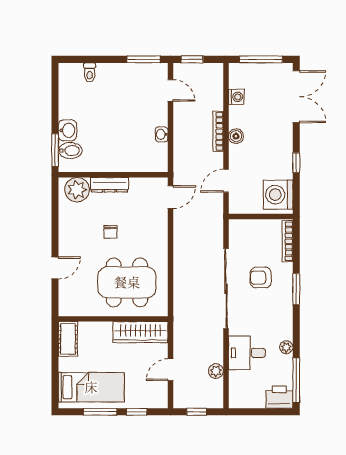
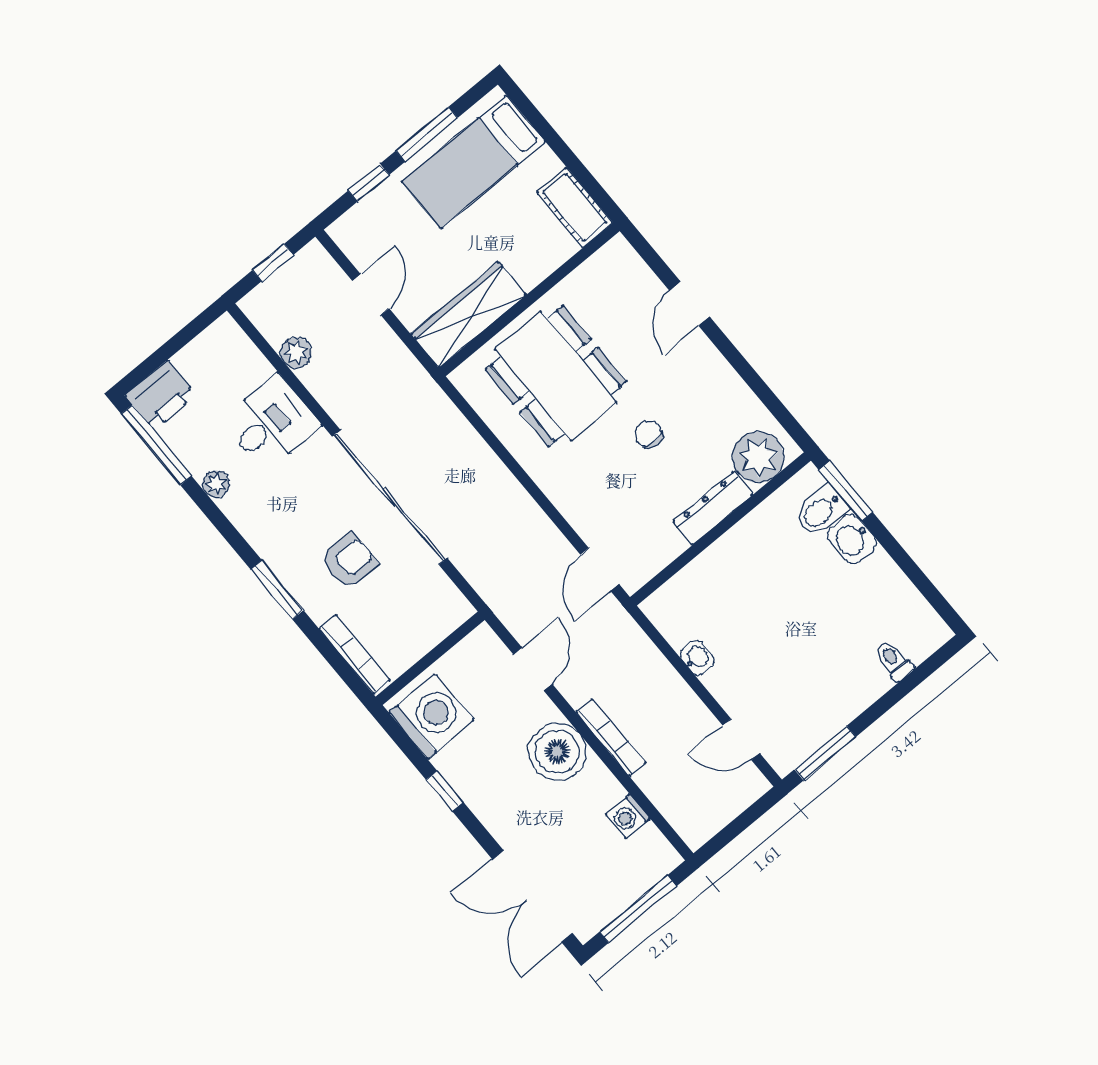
window: (192, 59) -> (748, 818), removed
boiler: (236, 136) -> (557, 752), width x1.86, depth x1.86
dining table: (127, 282) -> (556, 376), turned 90

